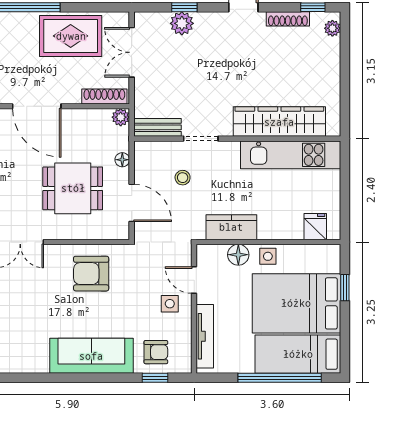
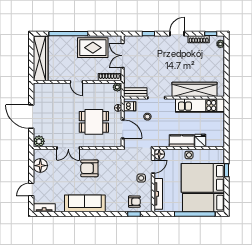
plant: (182, 23) -> (147, 41), removed
door: (37, 106) -> (76, 82), width x0.53
dishwasher: (146, 156) -> (130, 106), added
kitchen counter: (231, 227) -> (182, 141), moved
fridge: (315, 227) -> (200, 140), moved
floor lamp: (238, 255) -> (159, 154), moved
armchair: (91, 274) -> (89, 168), moved
door: (194, 280) -> (153, 167), swing flipped
sofa: (91, 356) -> (85, 203), moved

